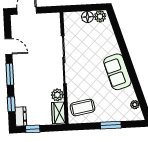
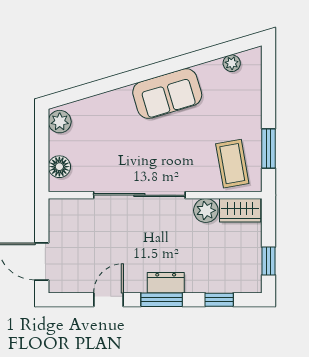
floor lamp: (87, 17) -> (59, 167), moved
dresser: (21, 116) -> (166, 283), moved
window: (111, 125) -> (269, 149), moved

